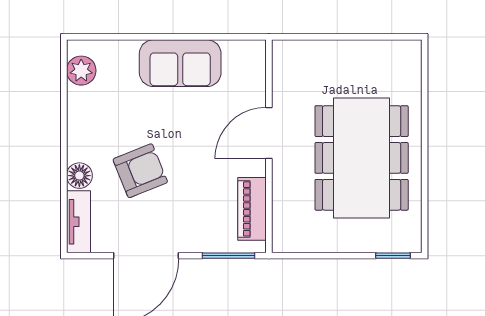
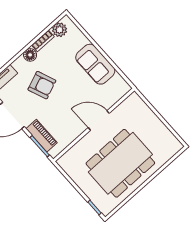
bookcase: (76, 110) -> (43, 41), added
floor lamp: (79, 176) -> (30, 55), moved
piano: (252, 209) -> (42, 136), moved, turned 90

